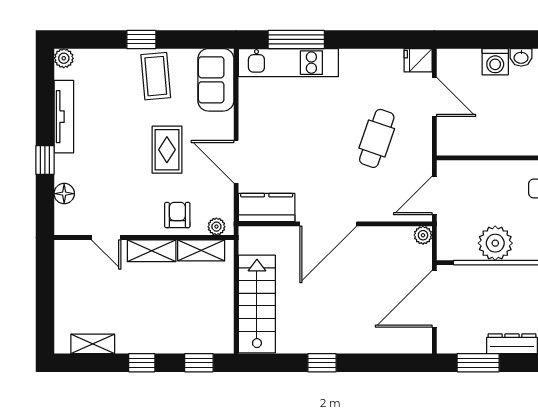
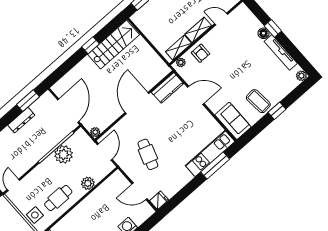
rug: (167, 150) -> (228, 76), removed
plant: (497, 172) -> (88, 183), added
floor lamp: (64, 194) -> (264, 33), moved
stairs: (257, 304) -> (114, 45), moved, turned -90

